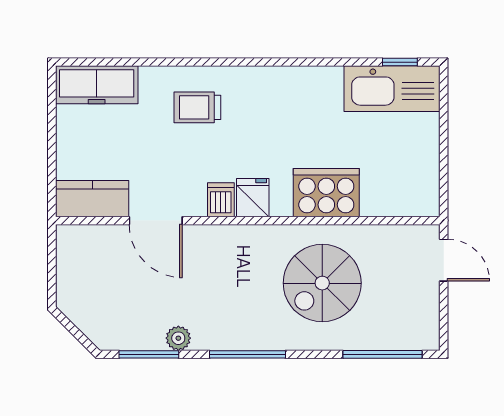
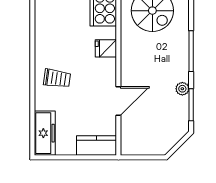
trolley: (197, 107) -> (57, 78), turned -82
kitchen counter: (92, 199) -> (97, 145), moved, turned 90
dishwasher: (221, 200) -> (107, 66), removed

